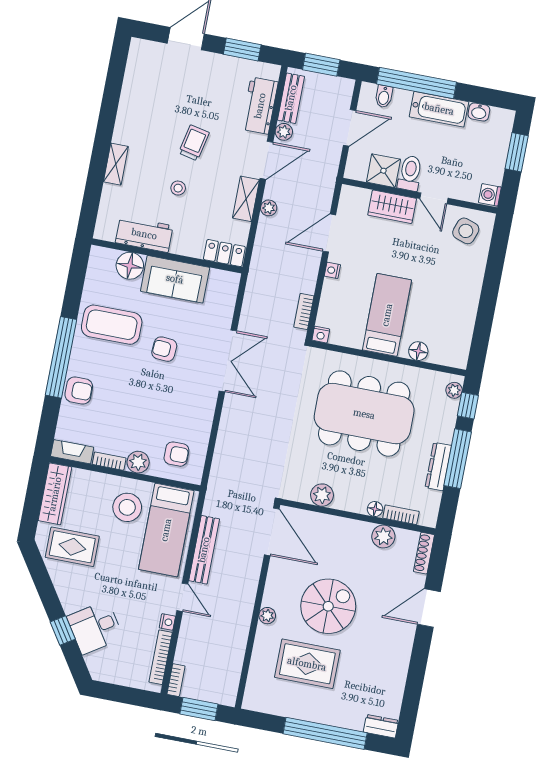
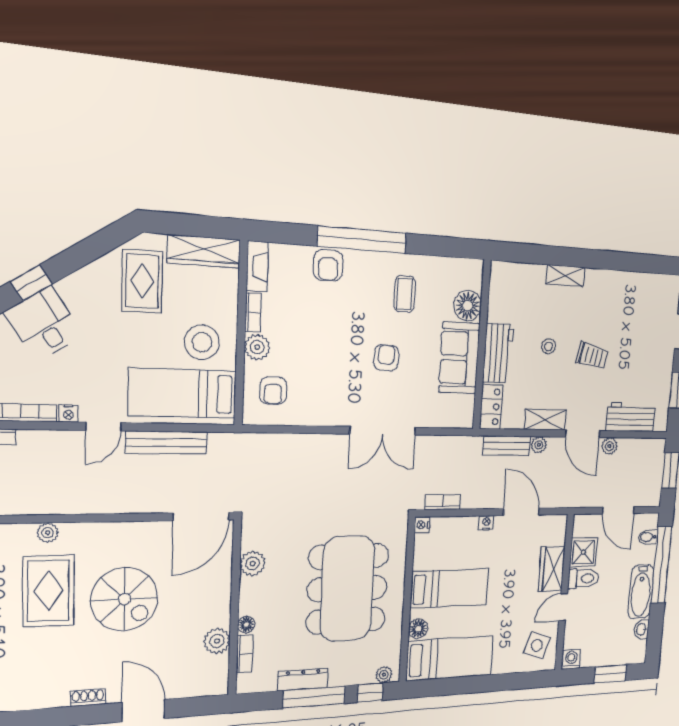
bench: (291, 98) -> (507, 446), moved
workbench: (144, 234) -> (498, 353), moved
bed: (455, 323) -> (450, 658), added
coffee table: (112, 325) -> (405, 294), width x0.54, depth x0.58
shoe rack: (424, 553) -> (88, 698), moved, width x0.70
plant: (267, 616) -> (48, 533), moved

